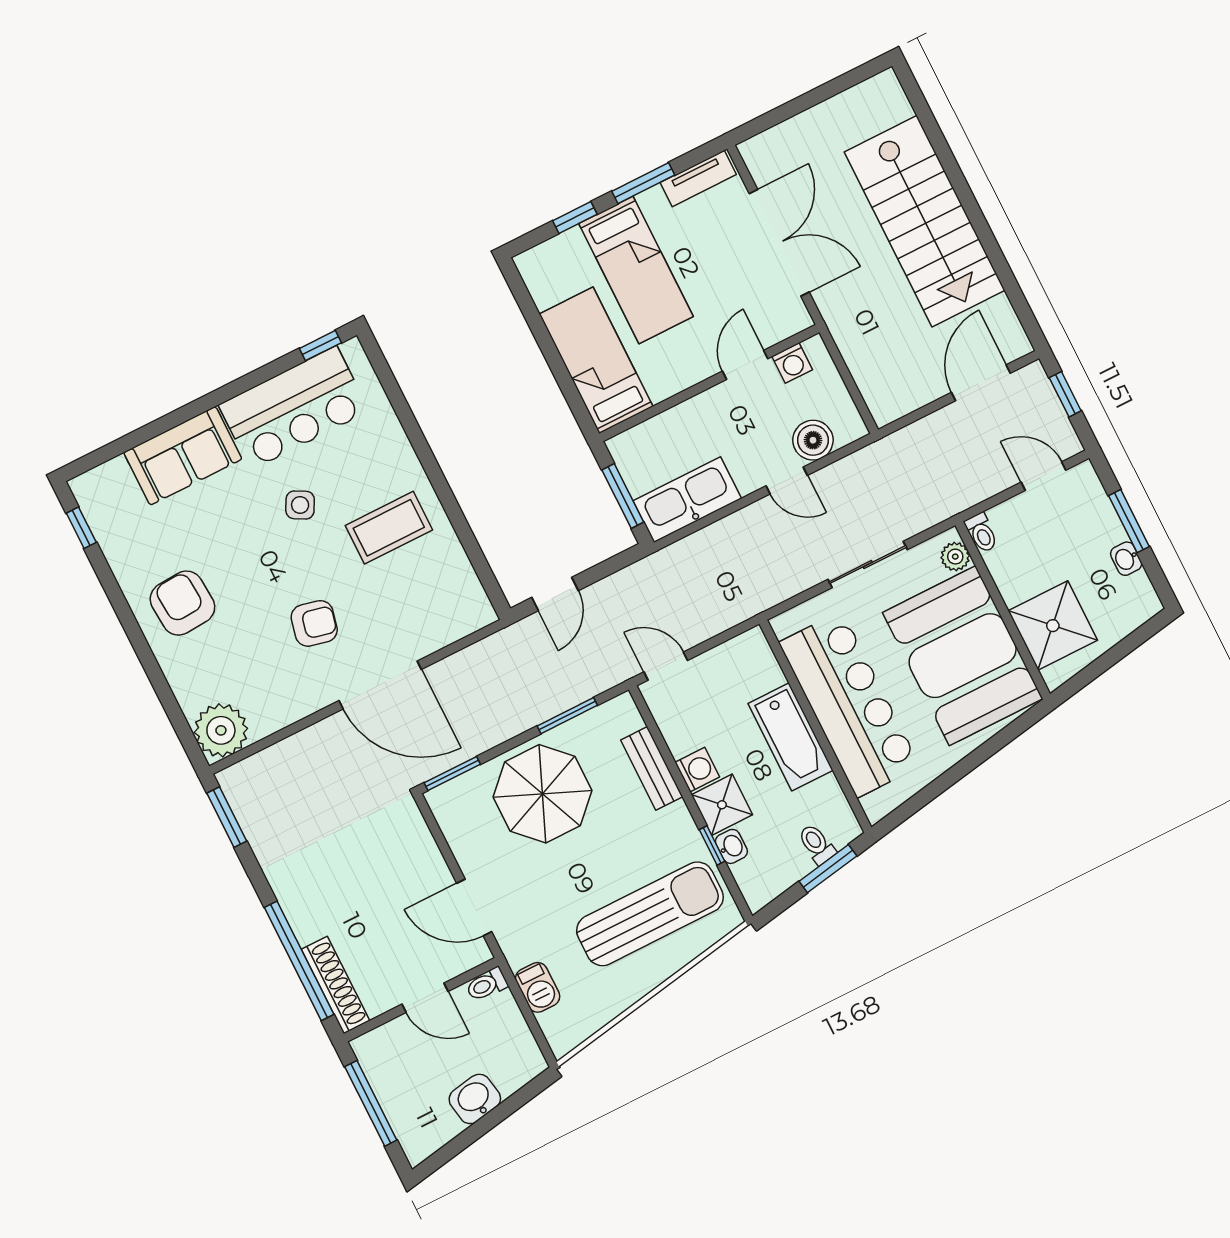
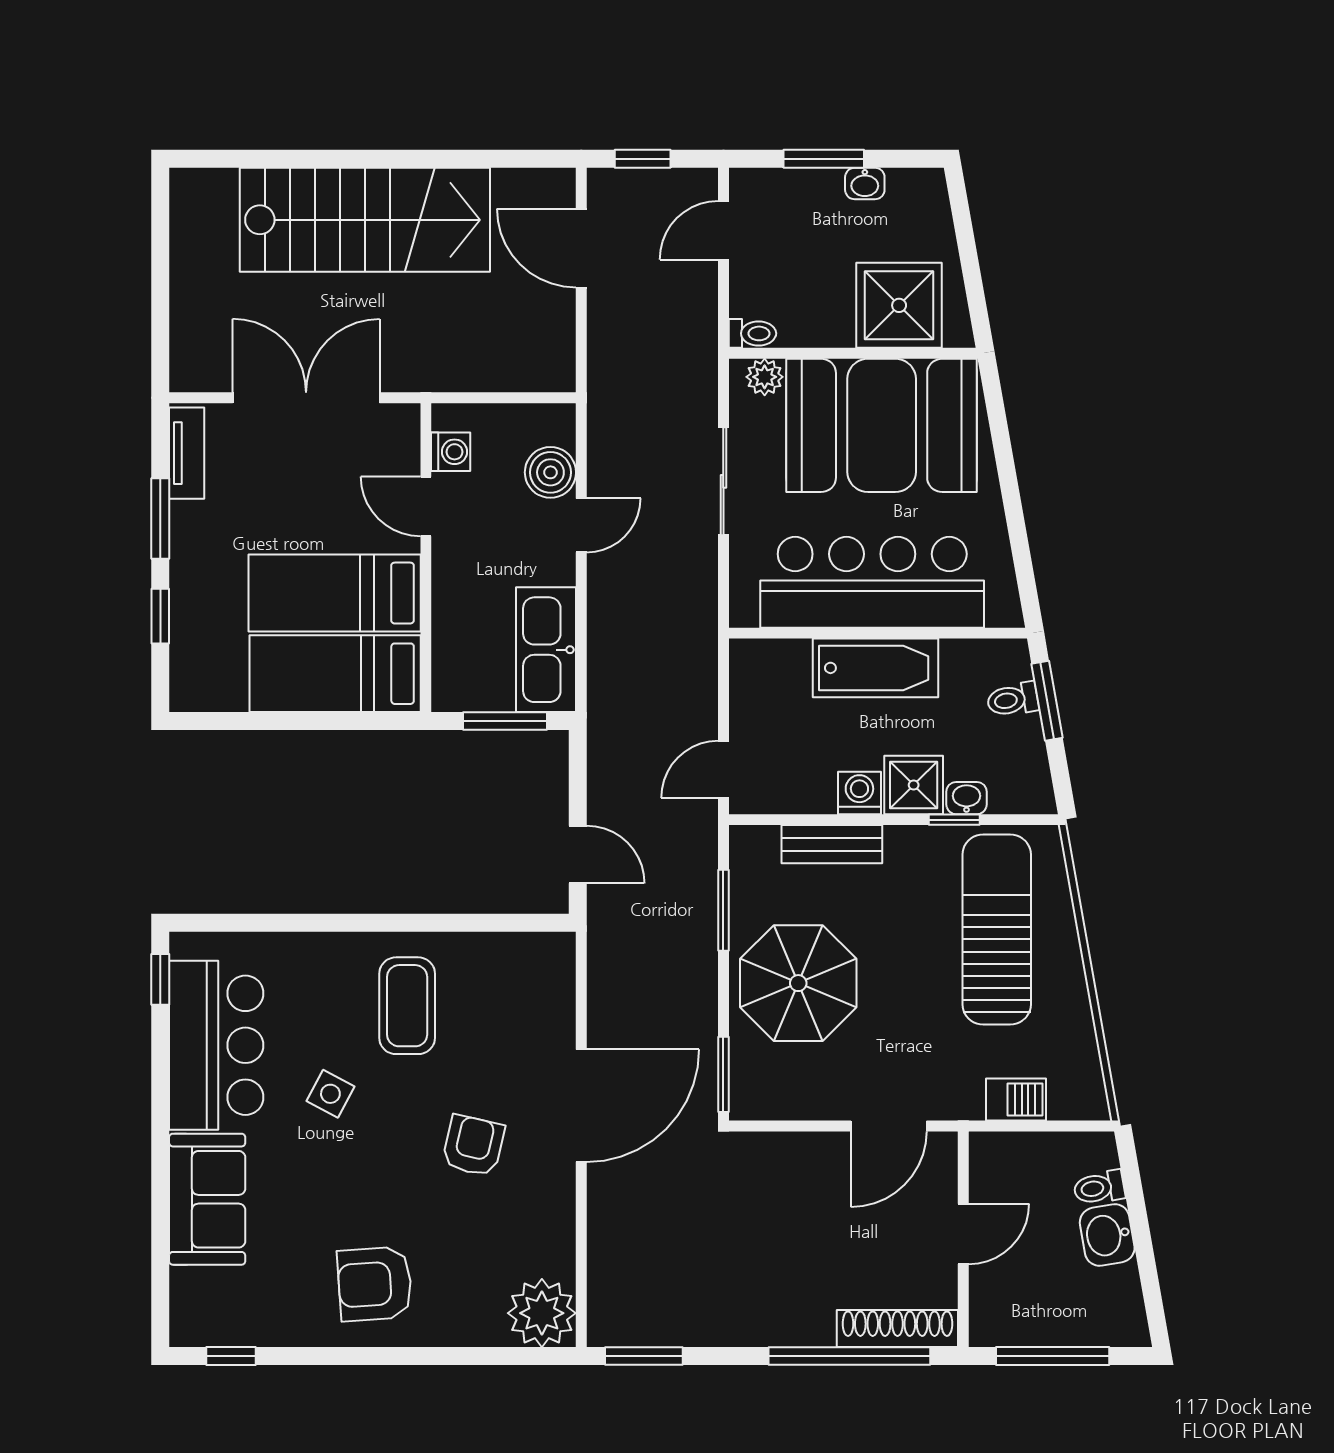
bed: (636, 270) -> (335, 593), moved, turned 180
toilet: (487, 985) -> (1099, 1188), moved, turned 80

